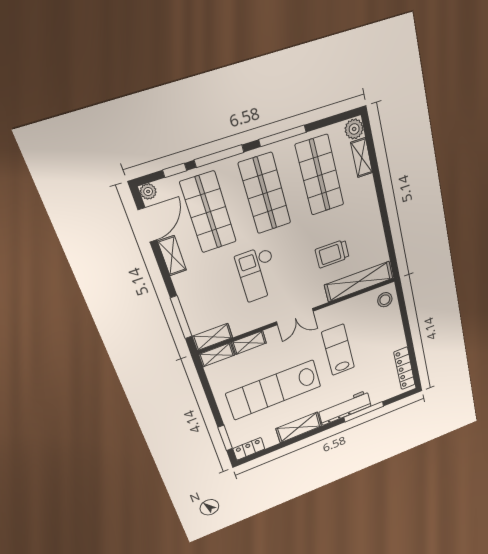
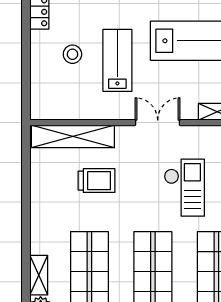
stool: (385, 300) -> (72, 54), moved
lab bench: (338, 350) -> (117, 60), turned 180

